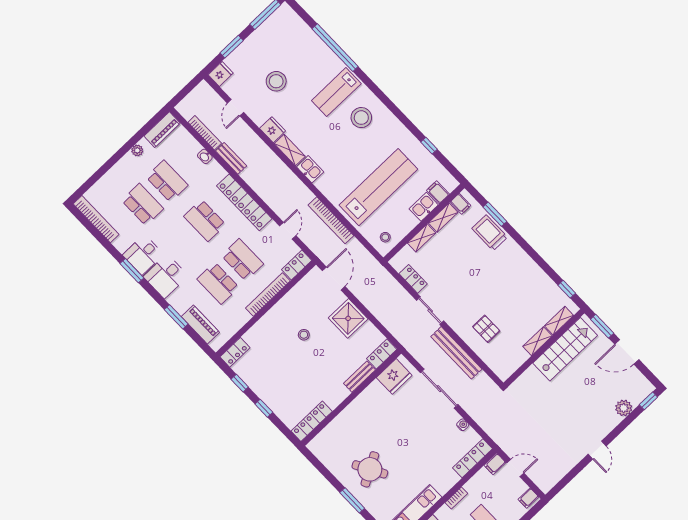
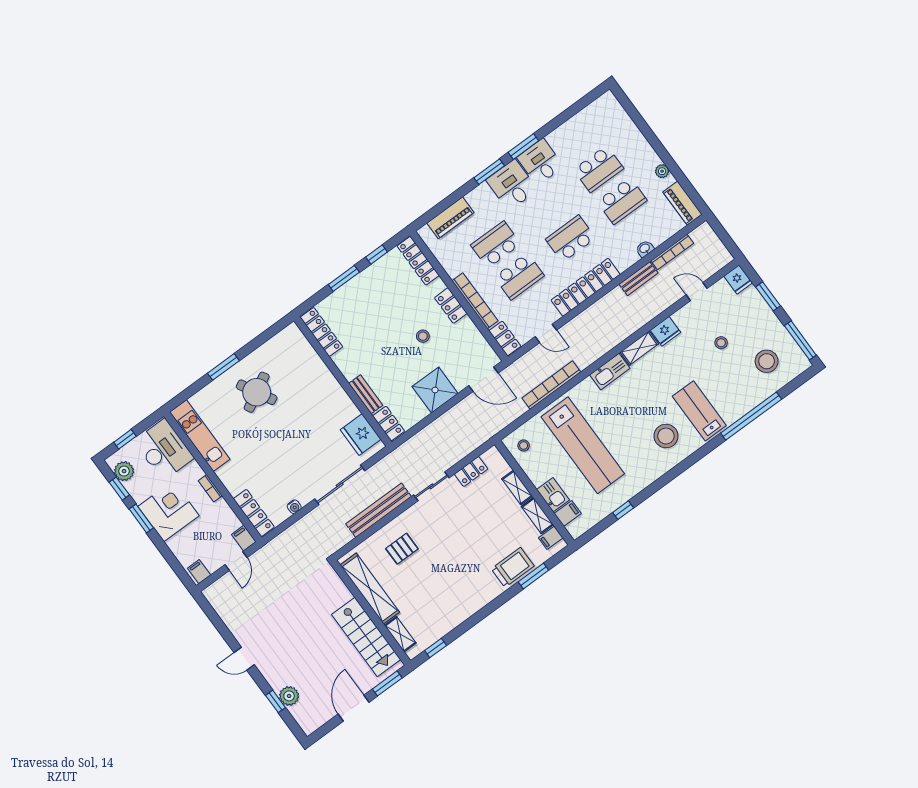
stool: (287, 41) -> (767, 361), added
stool: (276, 81) -> (721, 343), width x0.53, depth x0.53
kitchen sink: (310, 169) -> (610, 372), width x1.38
bookcase: (96, 219) -> (589, 113), removed
locker: (275, 314) -> (451, 306), added
window: (176, 317) -> (489, 172), moved
shelving: (538, 341) -> (370, 589), width x2.20, depth x1.33
locker: (235, 352) -> (418, 261), width x1.53
window: (648, 401) -> (276, 701), moved
window: (264, 408) -> (344, 278), width x1.50

